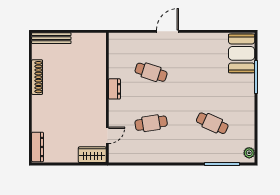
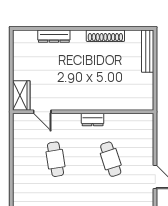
cafe table: (151, 72) -> (111, 159), turned -36
dresser: (38, 147) -> (54, 36), moved

